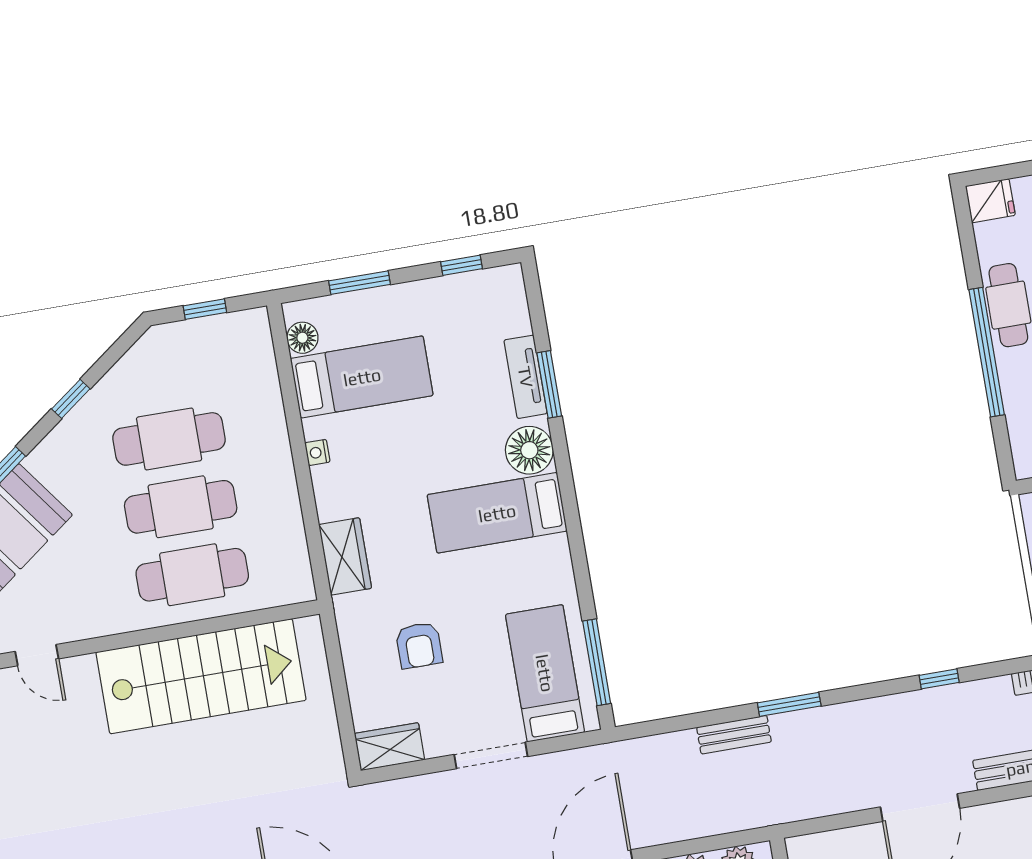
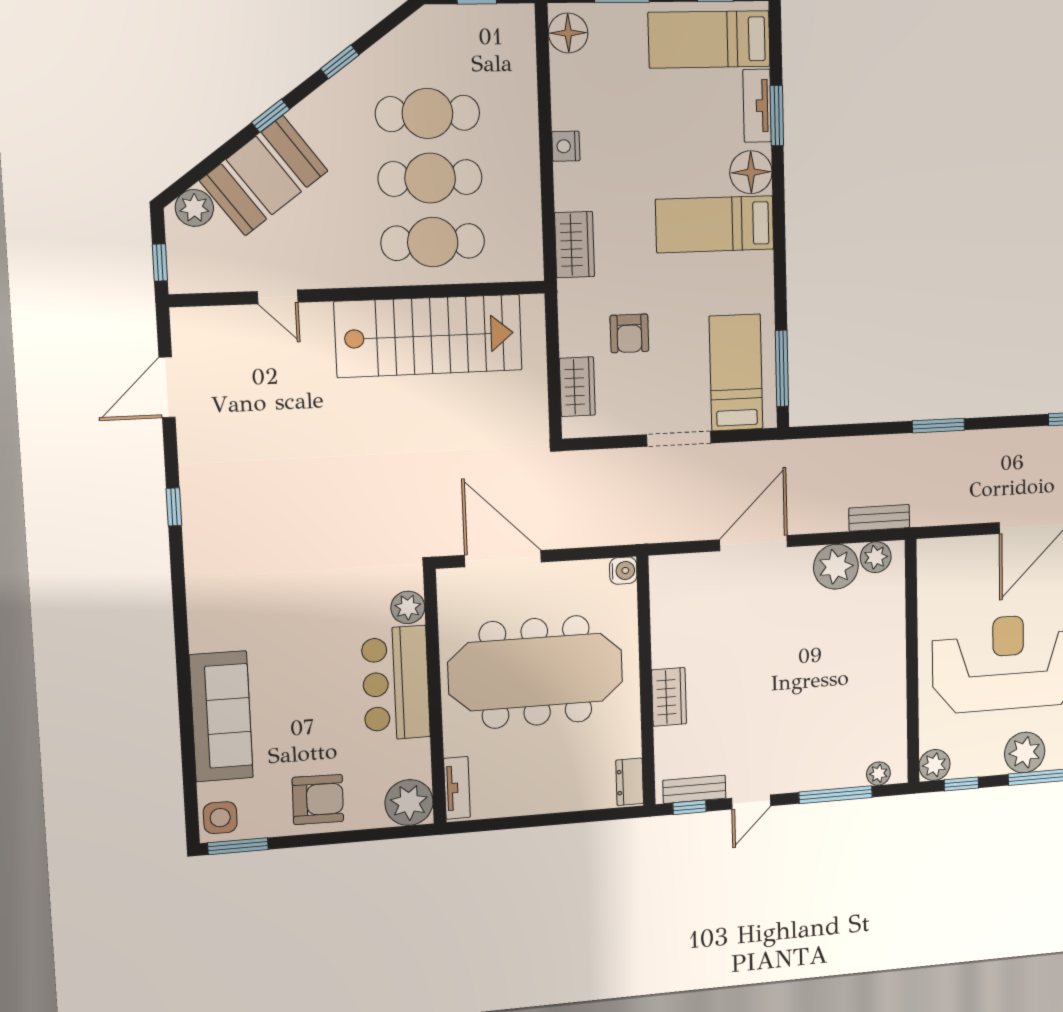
floor lamp: (302, 338) -> (568, 33), width x1.38, depth x1.38
bed: (362, 377) -> (709, 39), moved, turned 180
nightstand: (317, 452) -> (566, 146), width x1.39, depth x1.35
bench: (734, 735) -> (879, 518), moved
wardrobe: (390, 747) -> (577, 387), moved, turned 90

